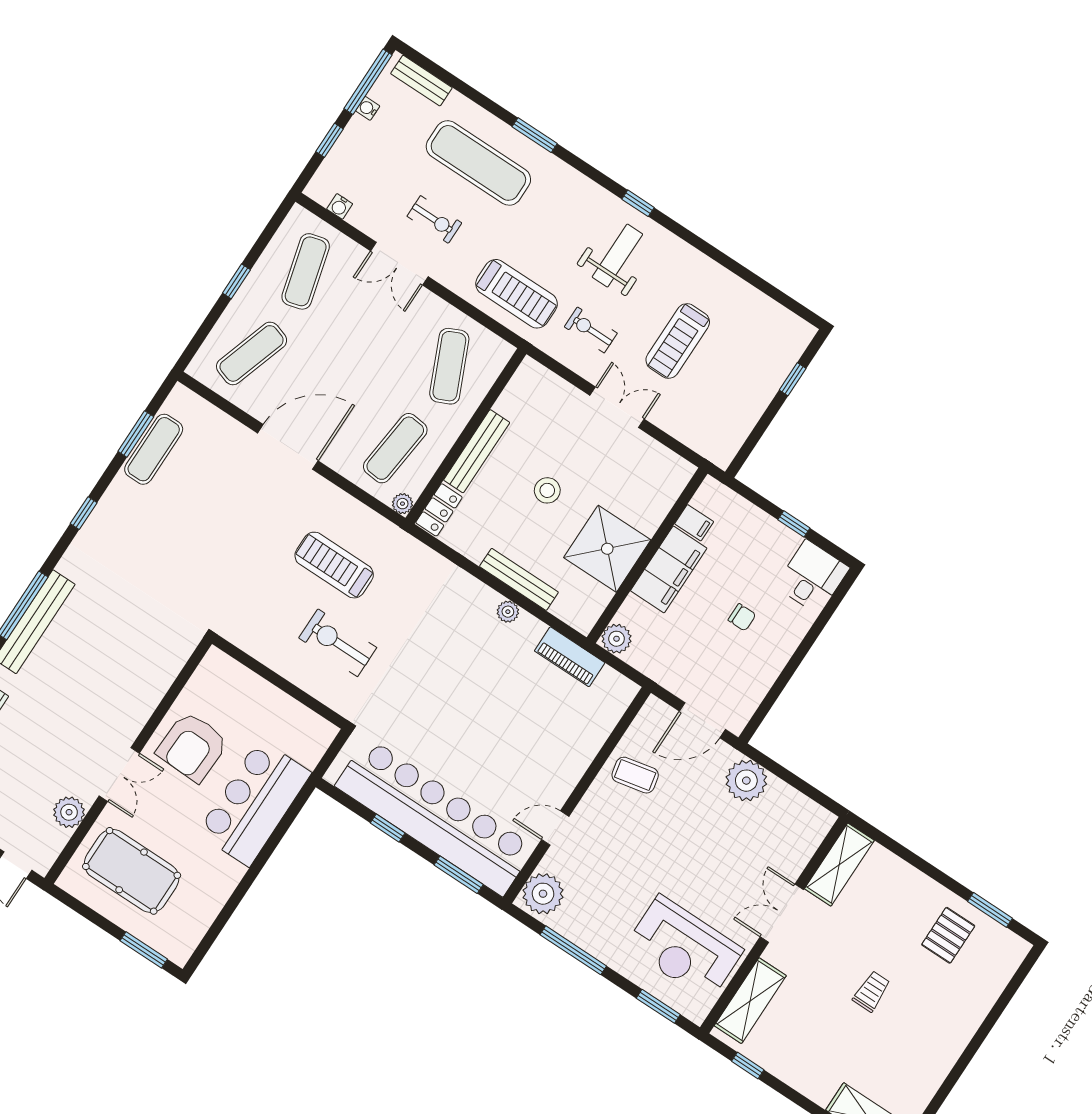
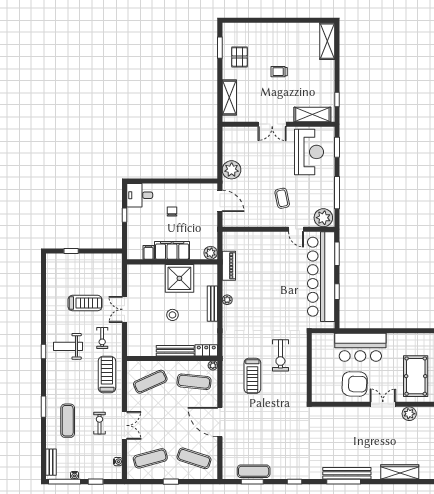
exercise mat: (478, 163) -> (68, 421), width x0.73, depth x0.69
coffee table: (635, 775) -> (282, 198), moved
shelving: (839, 865) -> (229, 97), moved, turned 90
pallet: (948, 935) -> (240, 57), turned 90

